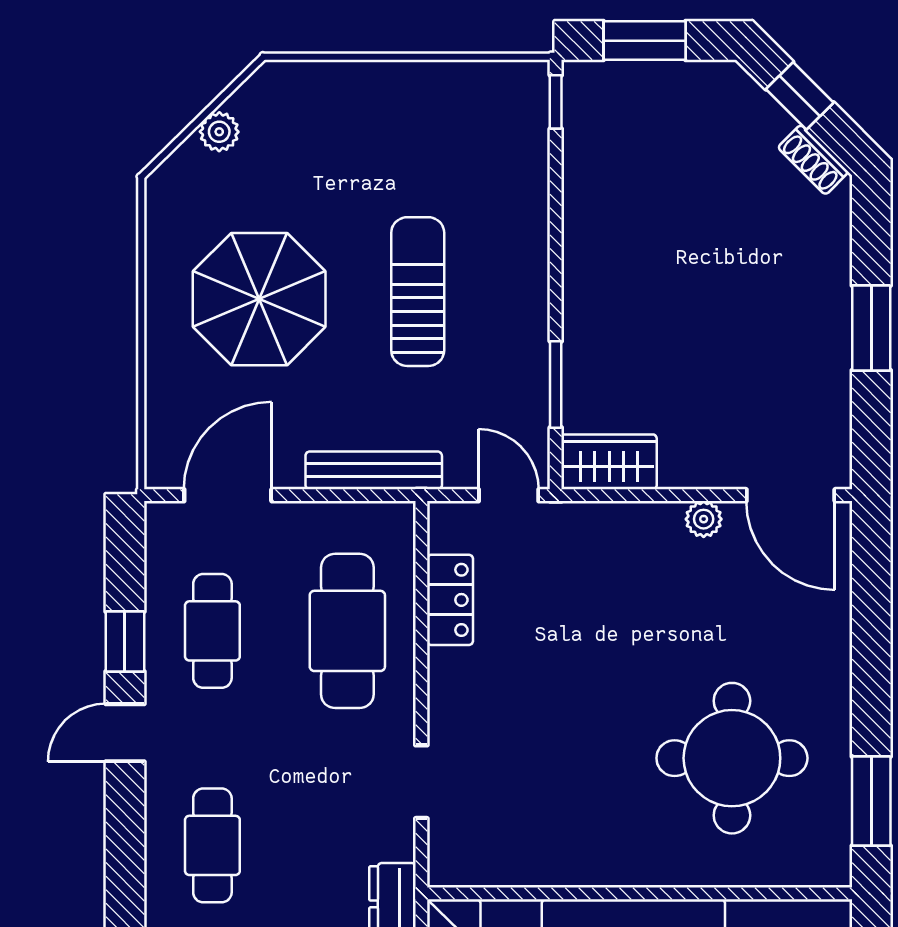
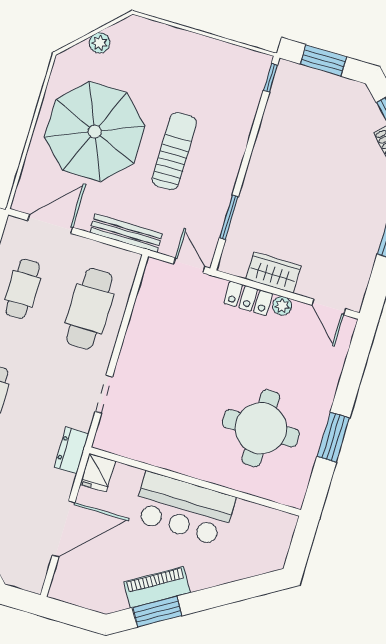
parasol: (259, 299) -> (95, 131), width x1.36, depth x1.36
wardrobe: (609, 462) -> (273, 272), moved
door: (791, 495) -> (329, 307), width x0.73
locker: (450, 600) -> (248, 298), moved, turned 90
window: (871, 801) -> (333, 437), moved

